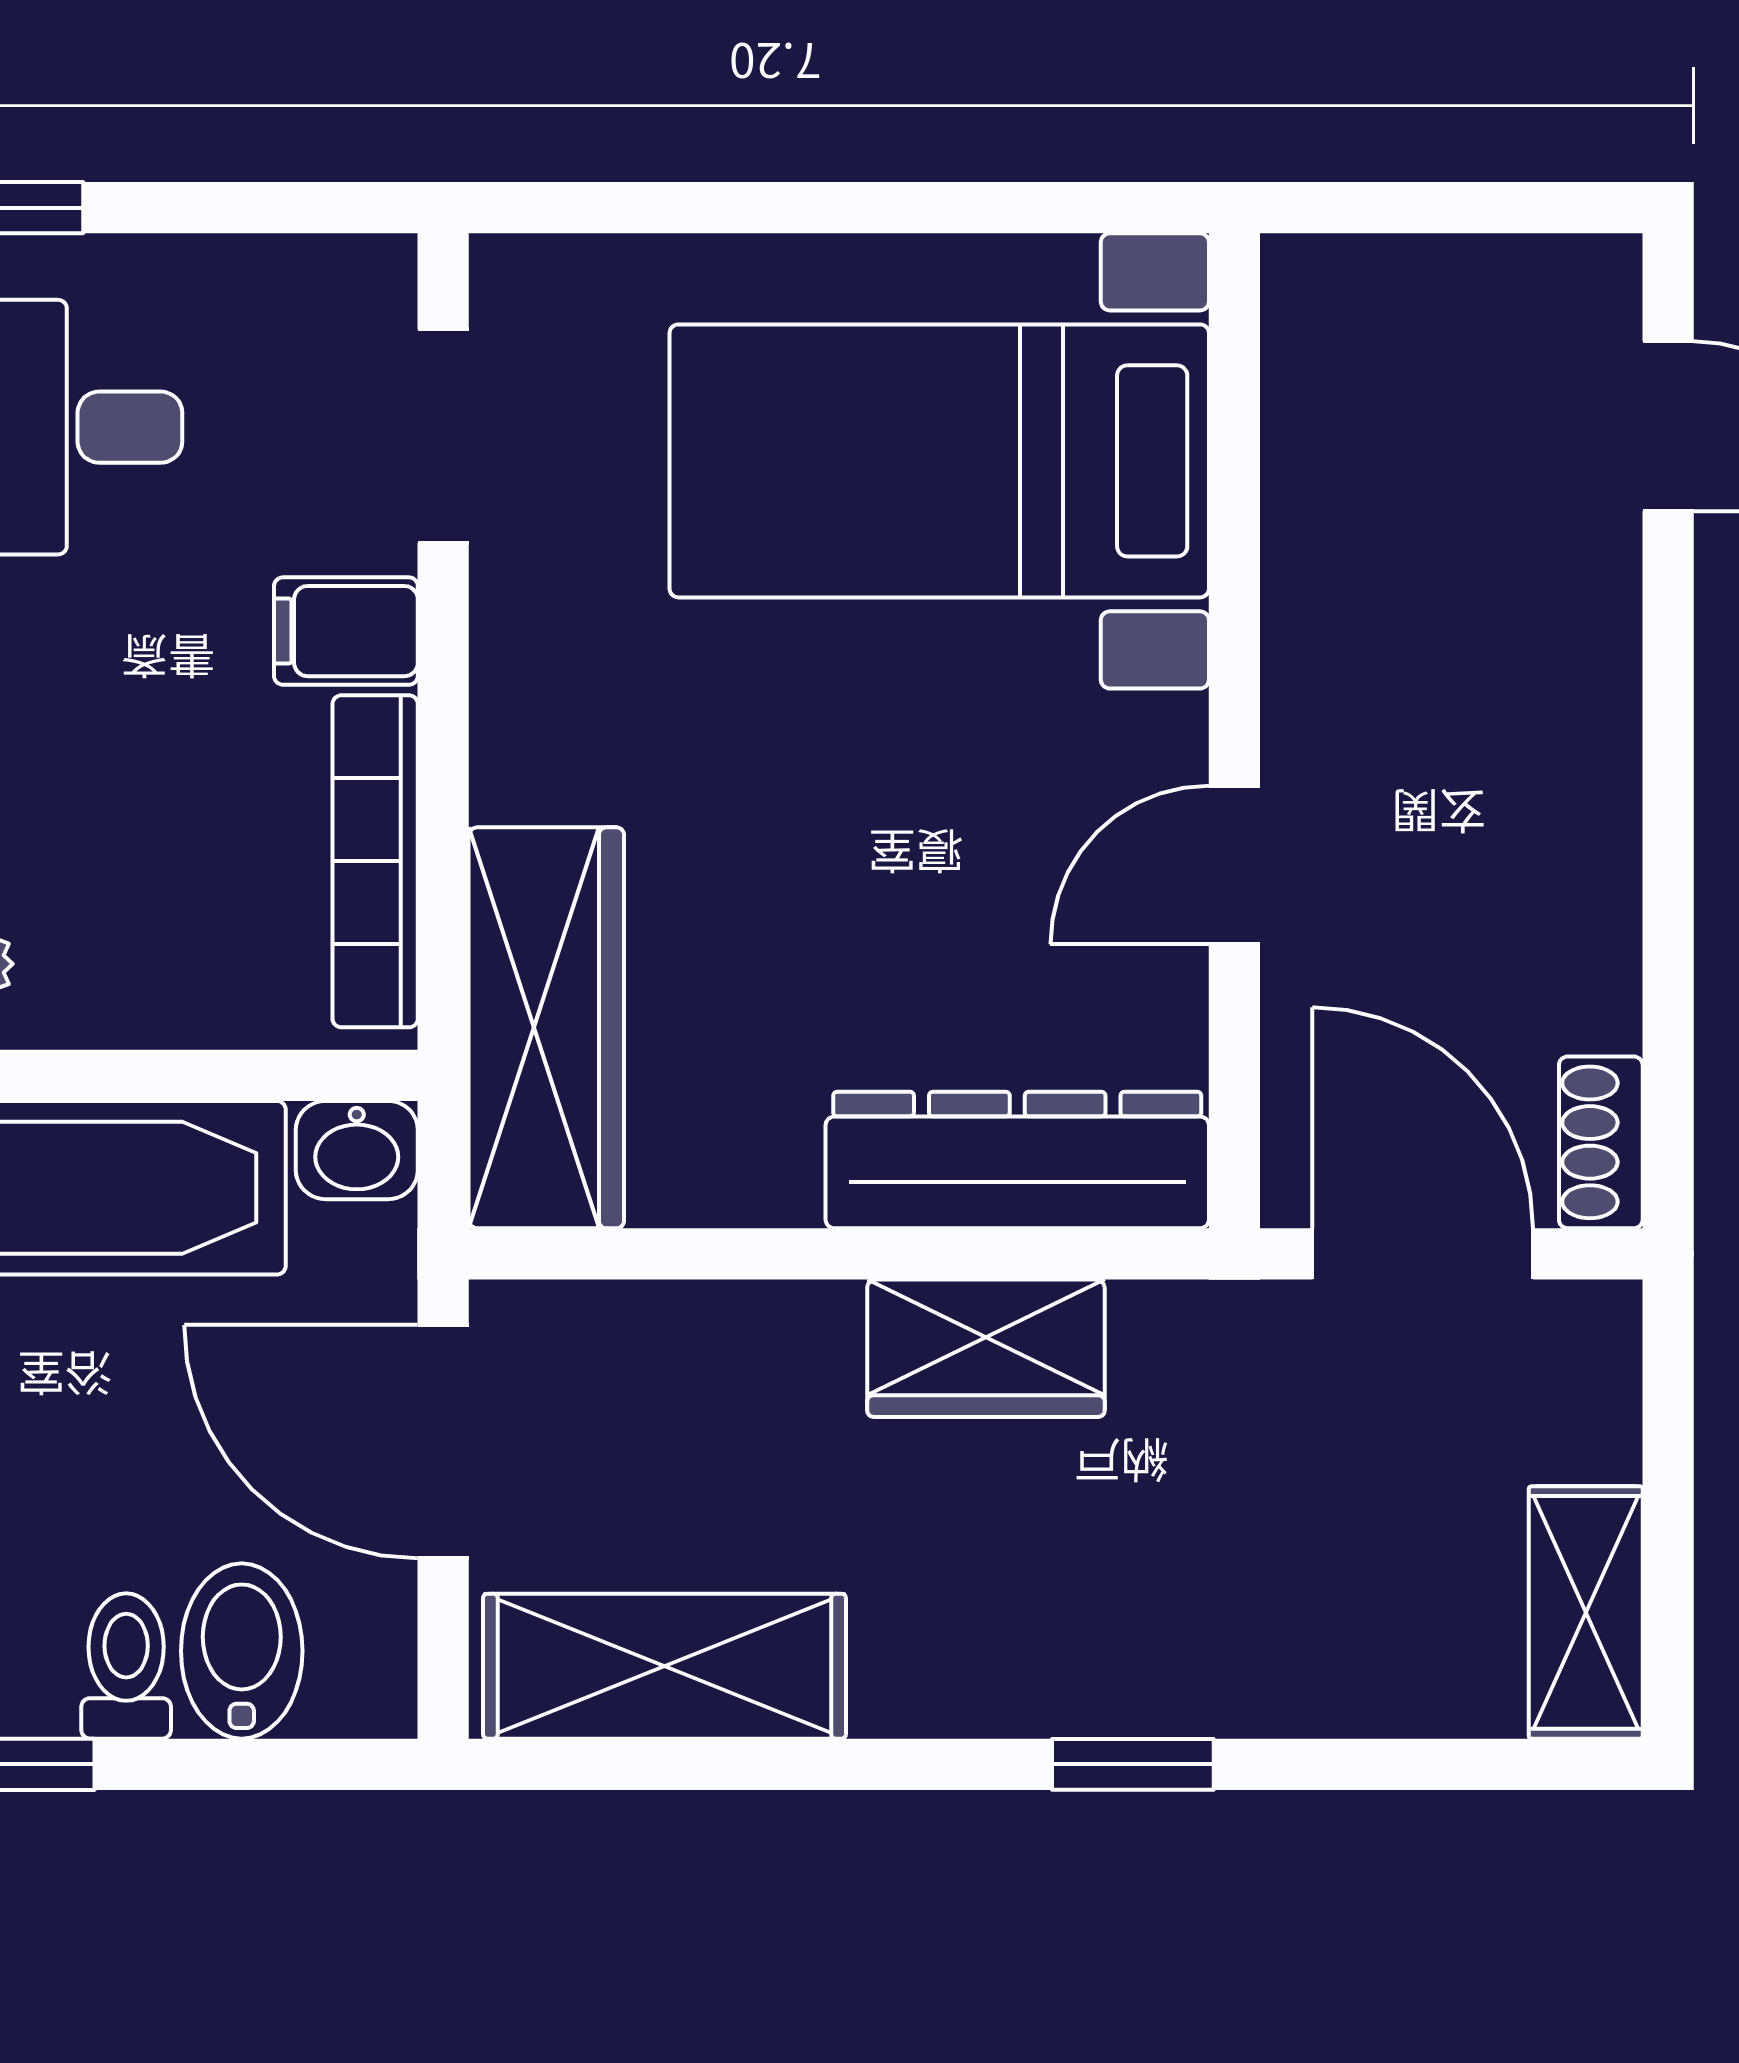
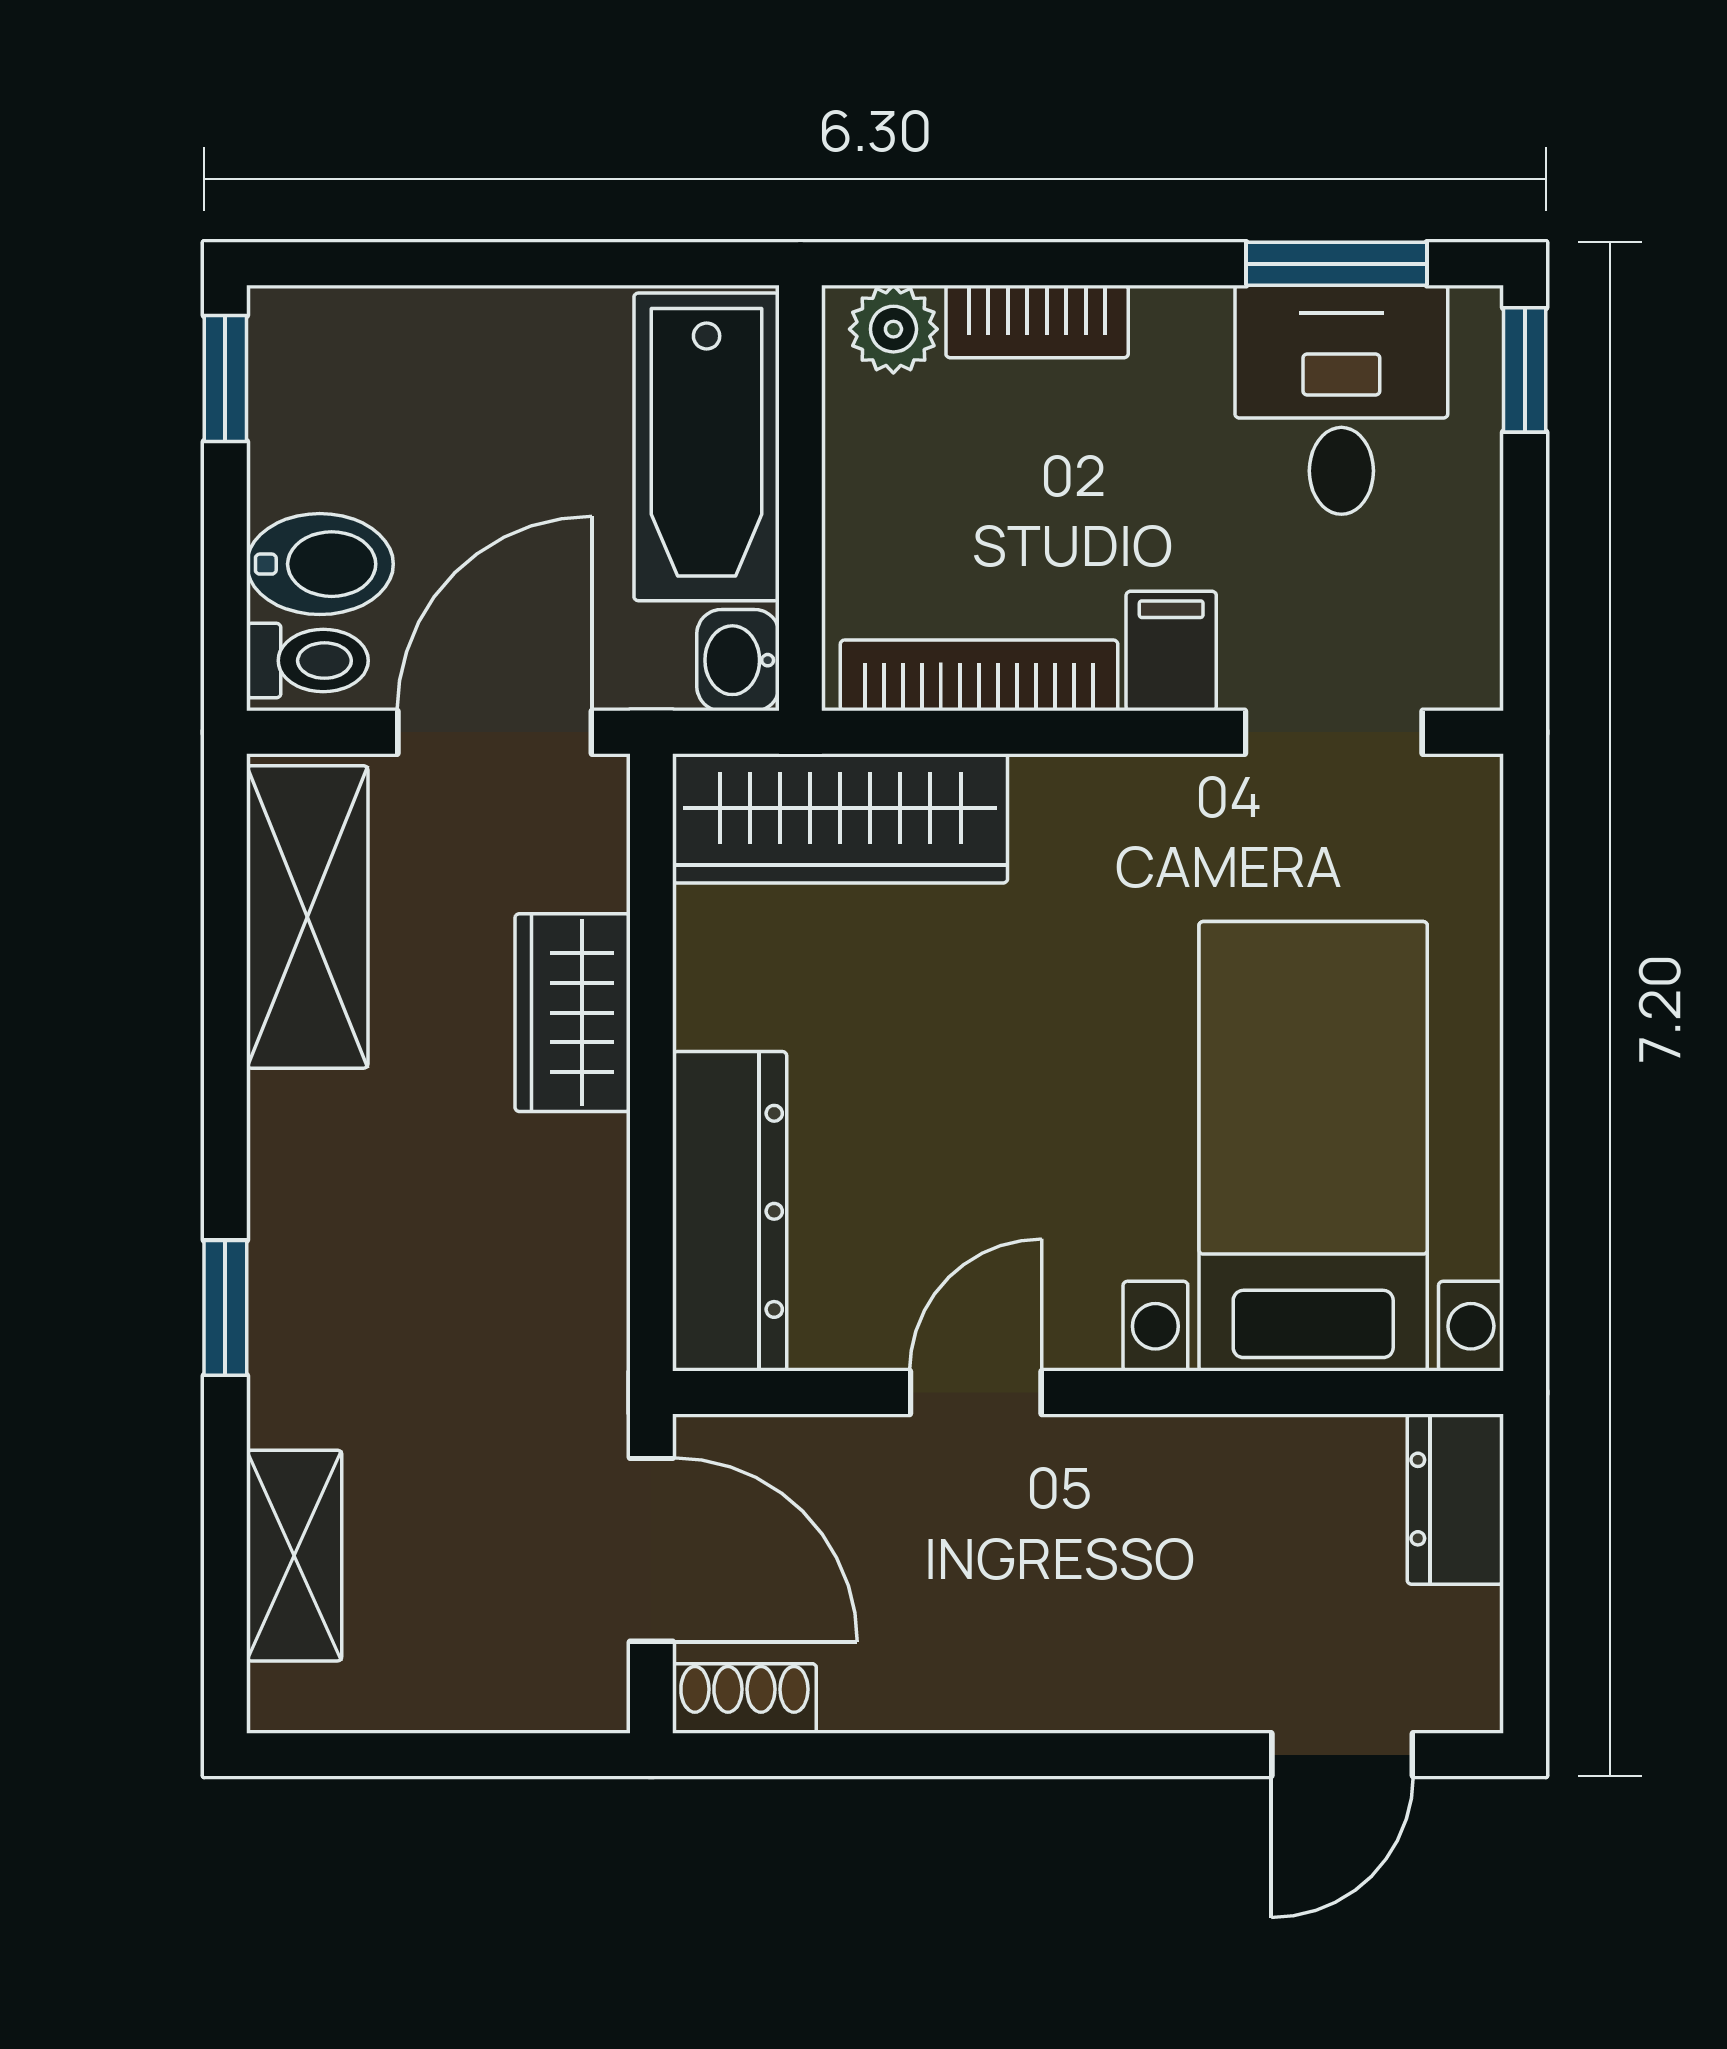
dresser: (1362, 291) -> (1455, 1499), added
door: (1234, 865) -> (976, 1393), hinge flipped
door: (1423, 1254) -> (651, 1550), hinge flipped
wardrobe: (986, 1348) -> (573, 1013), moved
shelving: (1586, 1612) -> (294, 1556), moved, turned 90
toilet: (126, 1666) -> (307, 661), moved

